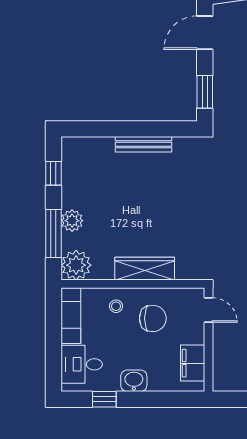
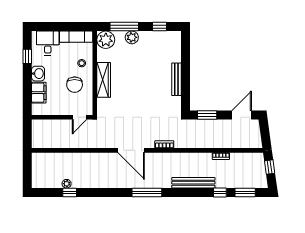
door: (205, 33) -> (242, 115), hinge flipped
filing cabinet: (193, 363) -> (39, 93), moved, turned 90

